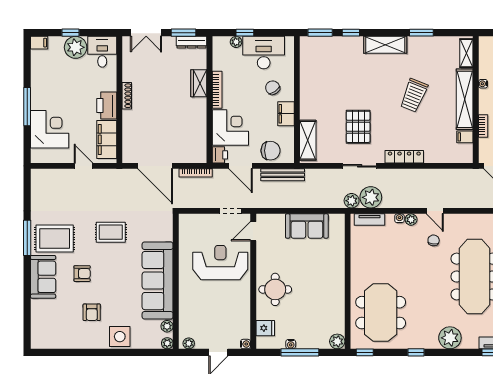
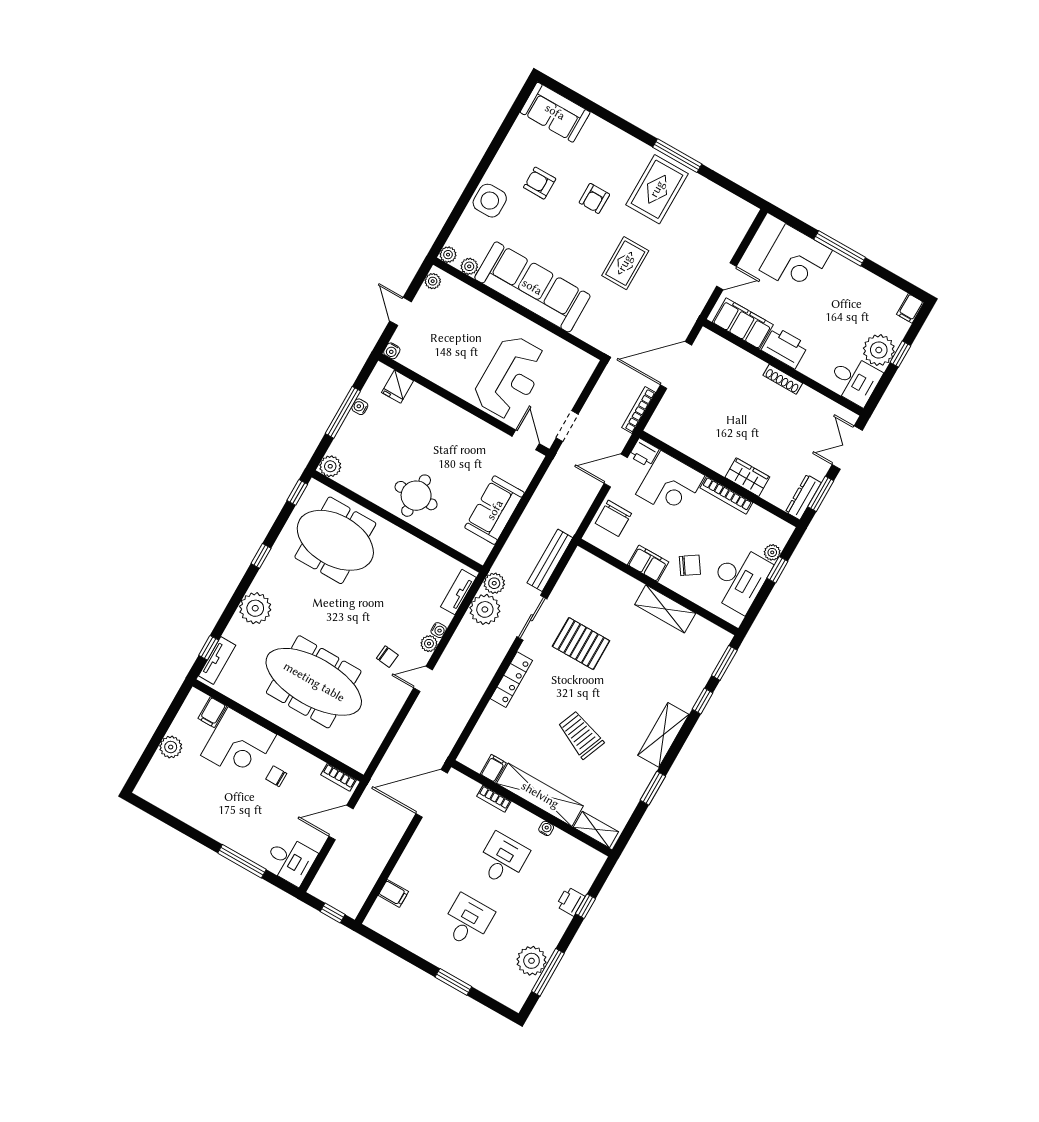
shelving: (308, 140) -> (665, 609), moved
bench: (283, 175) -> (550, 560), moved
sofa: (43, 277) -> (555, 112), moved
round table: (275, 289) -> (416, 496), moved

